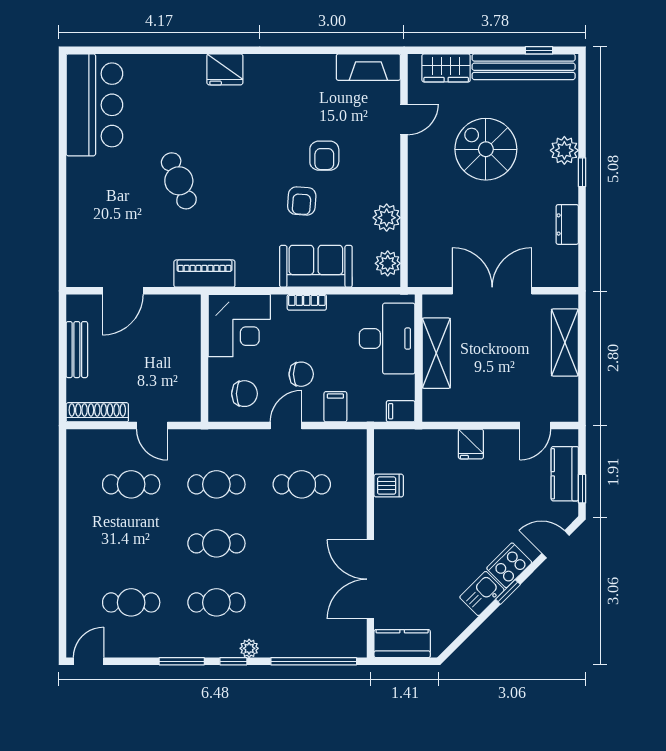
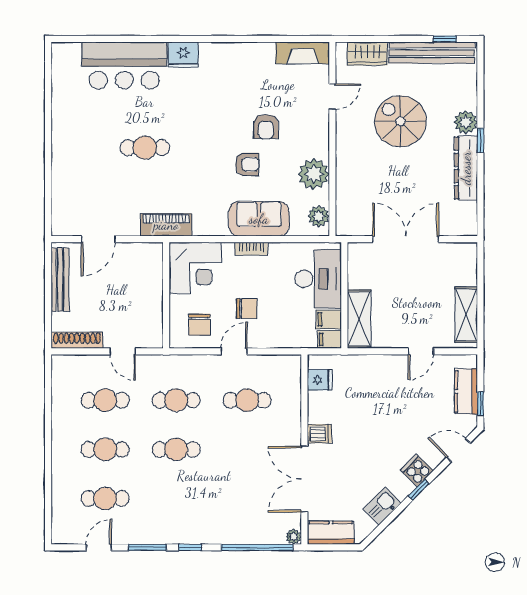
bar counter: (94, 105) -> (124, 66), moved, turned 90
cafe table: (179, 181) -> (145, 148), turned -68
armchair: (302, 201) -> (247, 164), turned -94
plant: (387, 218) -> (314, 174), width x1.36, depth x1.36
dresser: (567, 224) -> (466, 168), width x1.96, depth x1.24
shelving: (565, 342) -> (466, 315), moved
bench: (77, 350) -> (60, 280), width x1.36
shelving: (436, 353) -> (359, 319), moved
chair: (244, 394) -> (199, 325), turned 90
filing cabinet: (335, 407) -> (329, 319), moved, turned -90
door: (535, 426) -> (421, 351), moved
fridge: (471, 444) -> (320, 380), moved, turned -90
dishwasher: (389, 486) -> (319, 434), moved
cooker: (509, 565) -> (417, 471), width x0.73
kitchen sink: (482, 593) -> (382, 506), moved
cafe table: (216, 602) -> (105, 449), moved
plant: (249, 648) -> (294, 537), moved
door: (89, 661) -> (99, 547), moved

